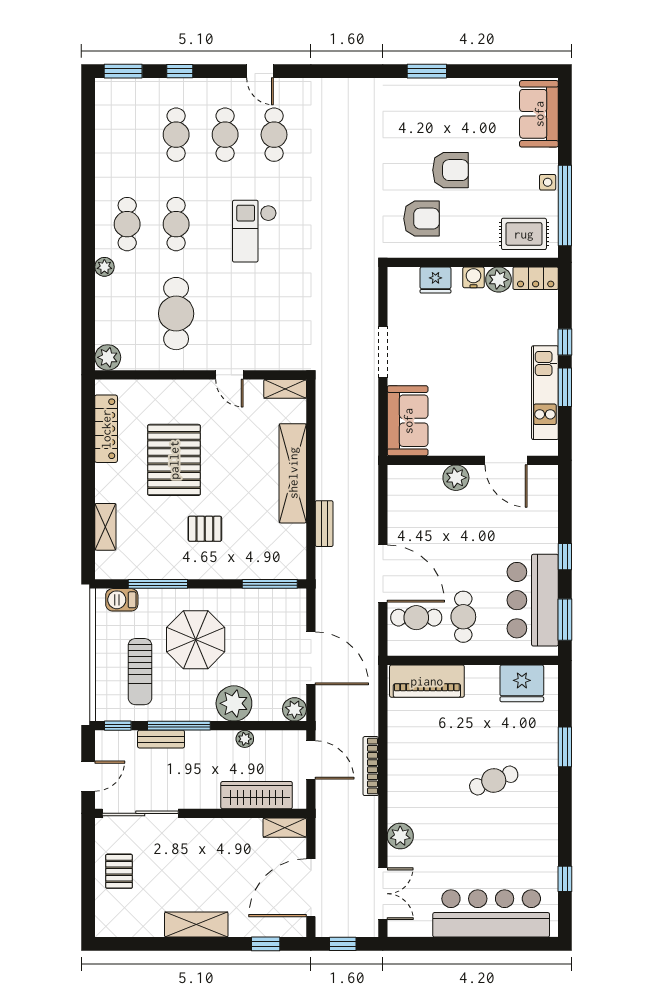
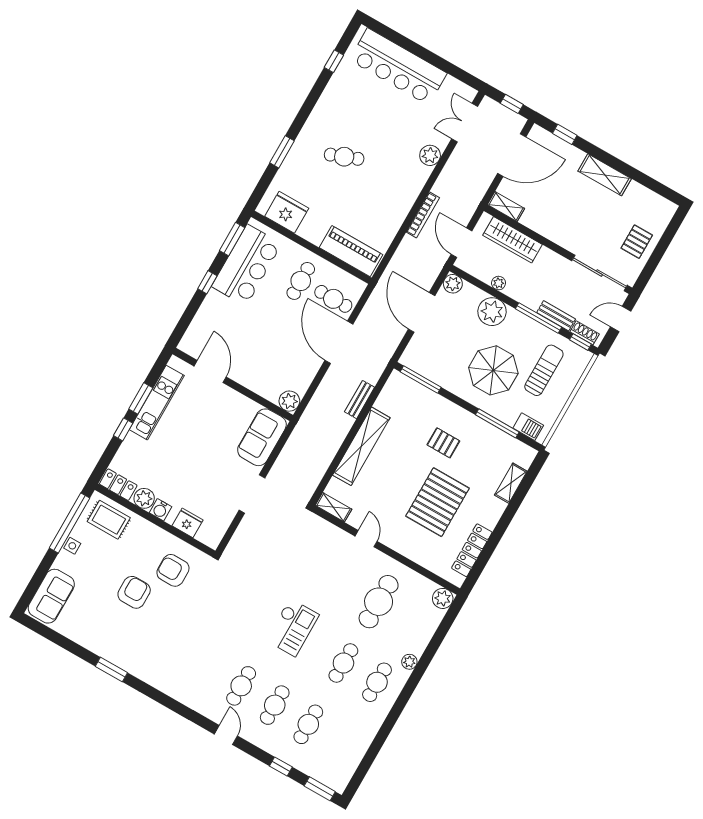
armchair: (451, 170) -> (134, 592), turned 90
plant: (456, 478) -> (289, 401), moved
shoe rack: (119, 738) -> (585, 333), added

